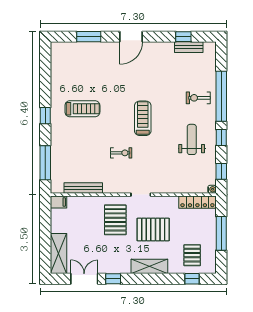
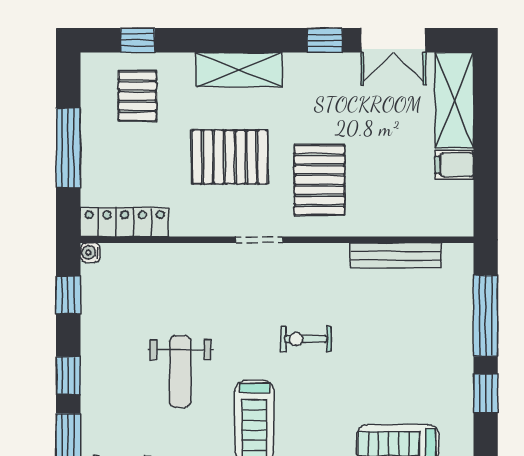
window: (45, 116) -> (486, 393), moved
weight bench: (192, 139) -> (180, 371), moved
filing cabinet: (59, 202) -> (454, 165), moved

